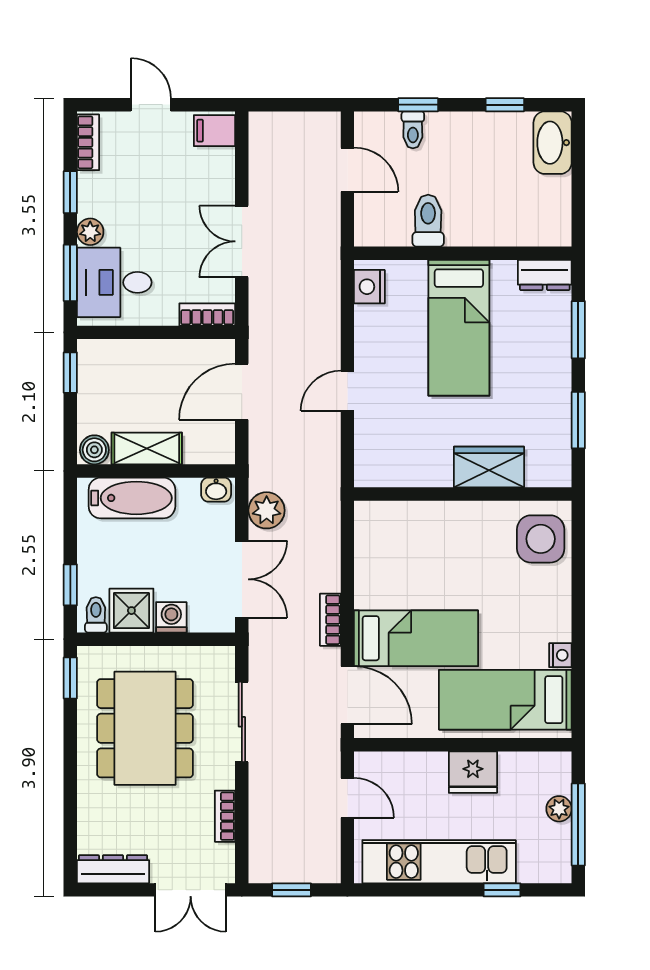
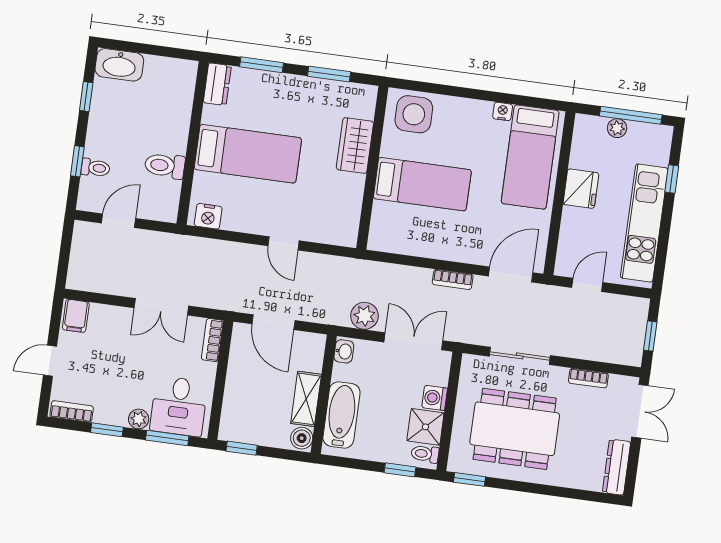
bed: (416, 638) -> (422, 184), moved, turned 90

